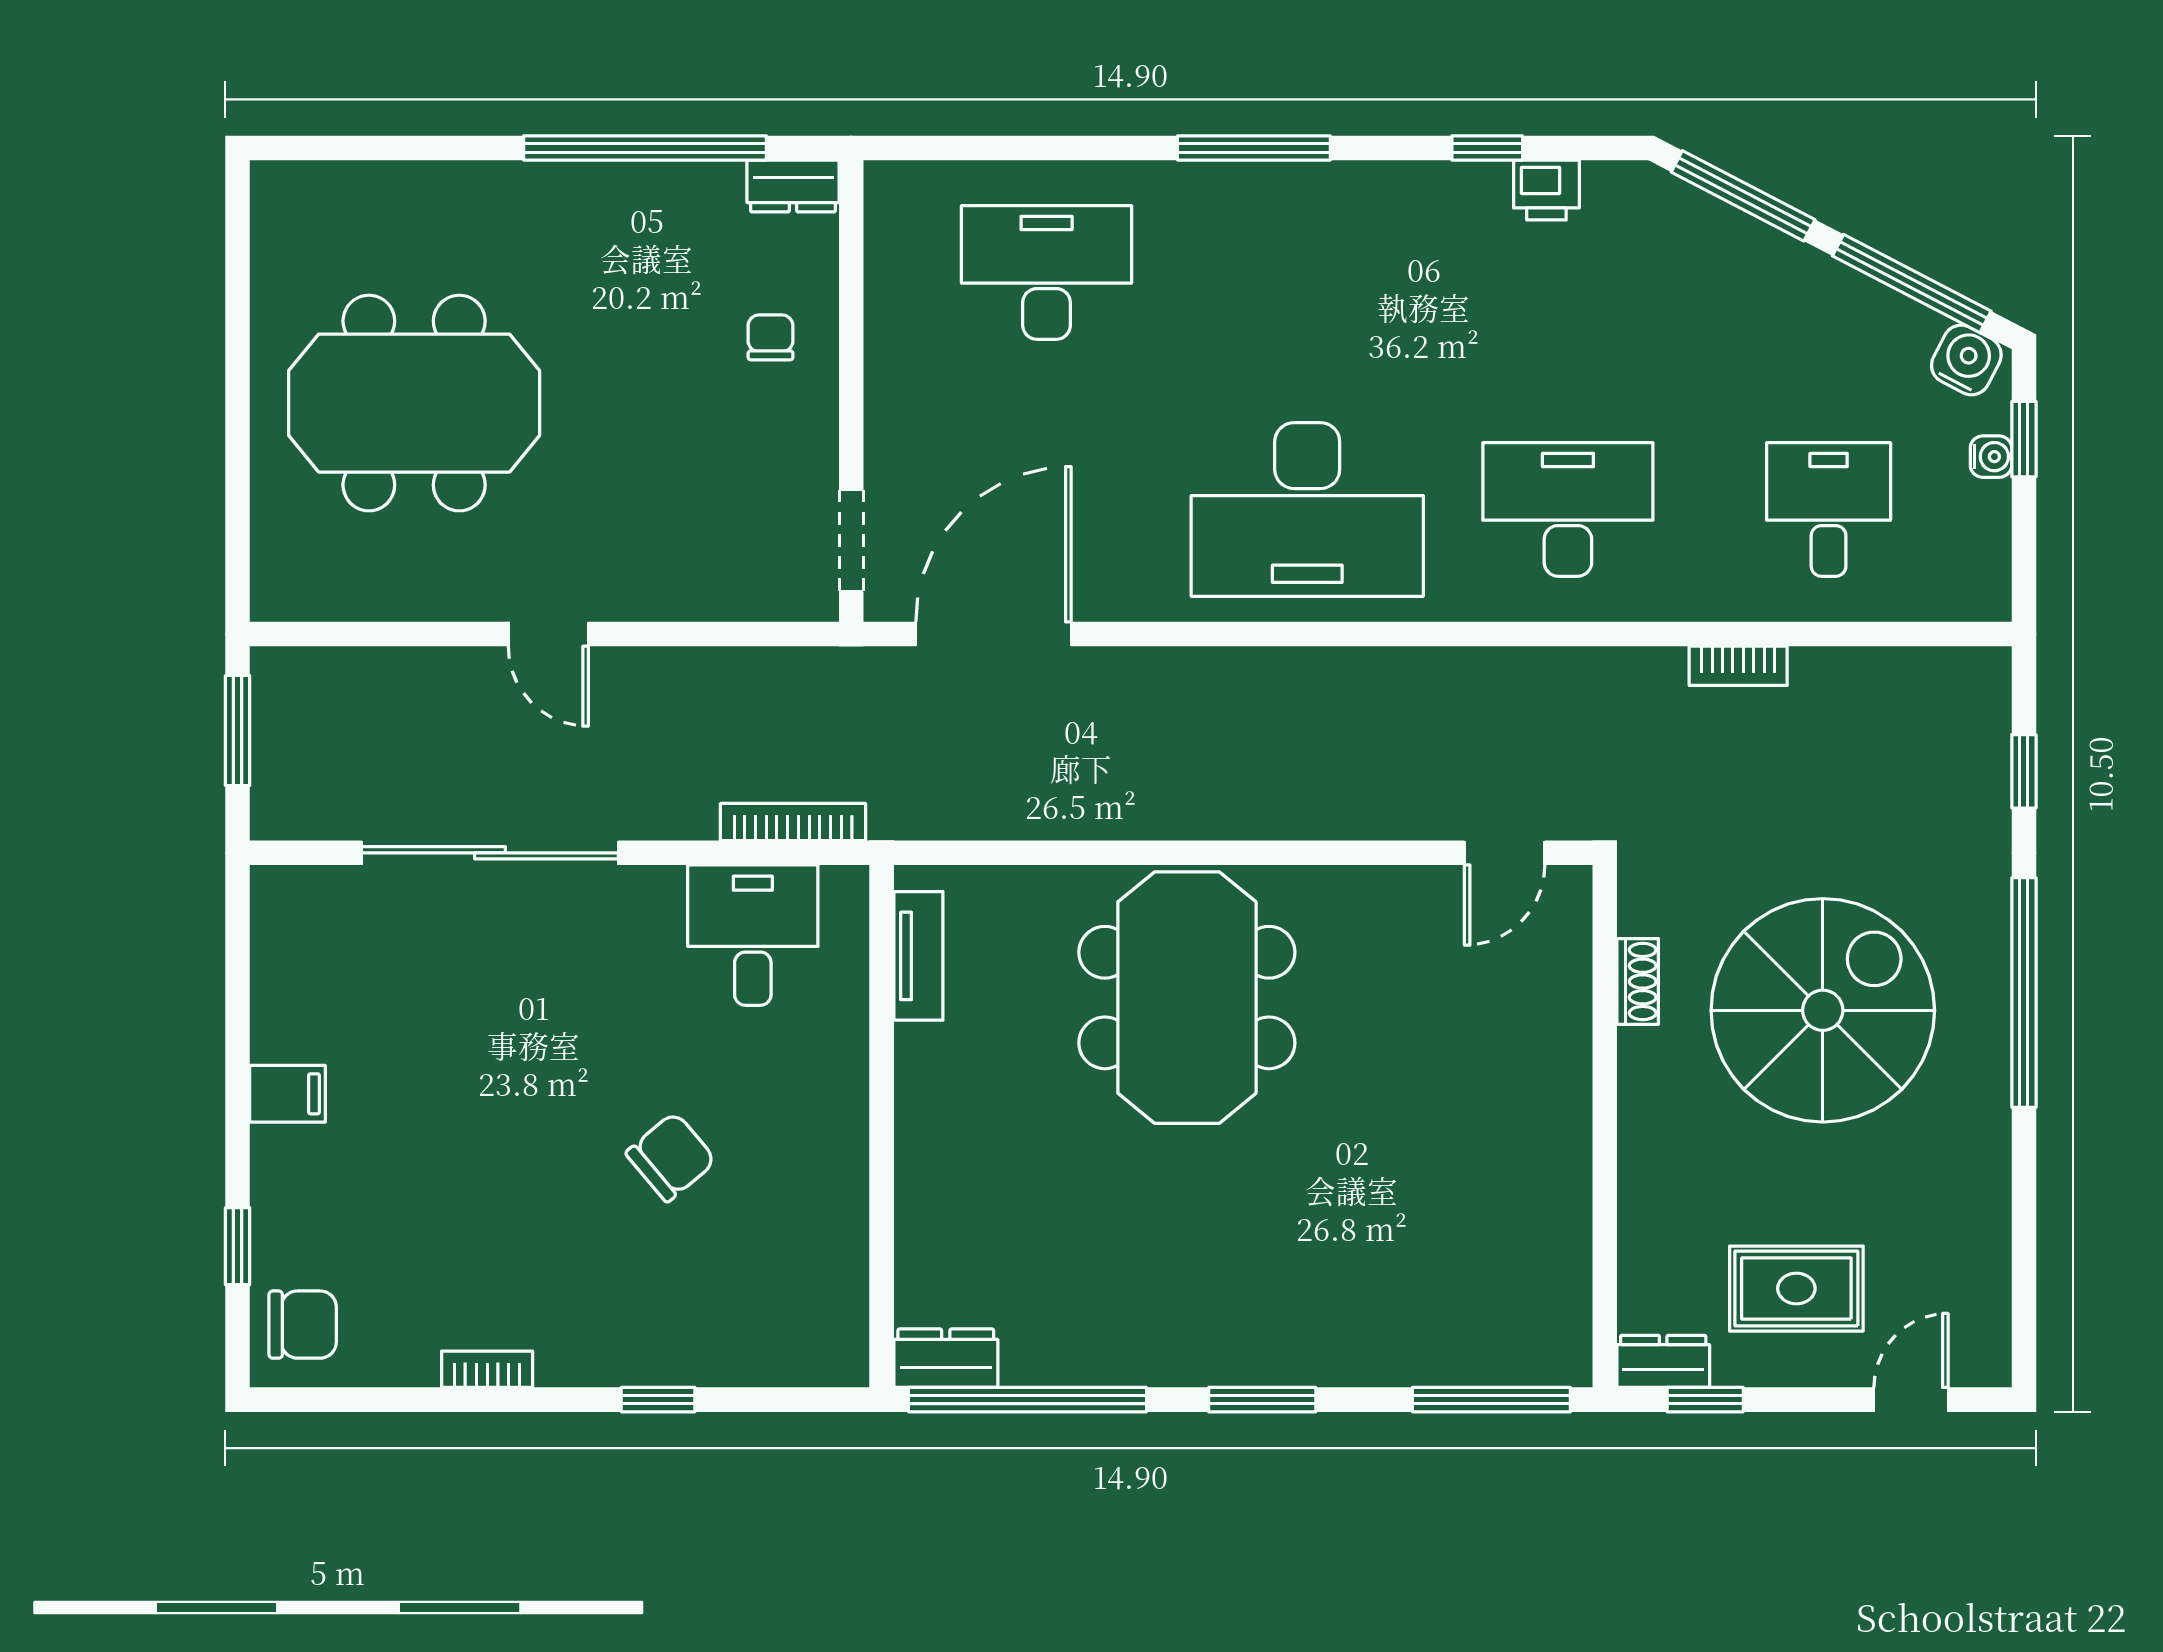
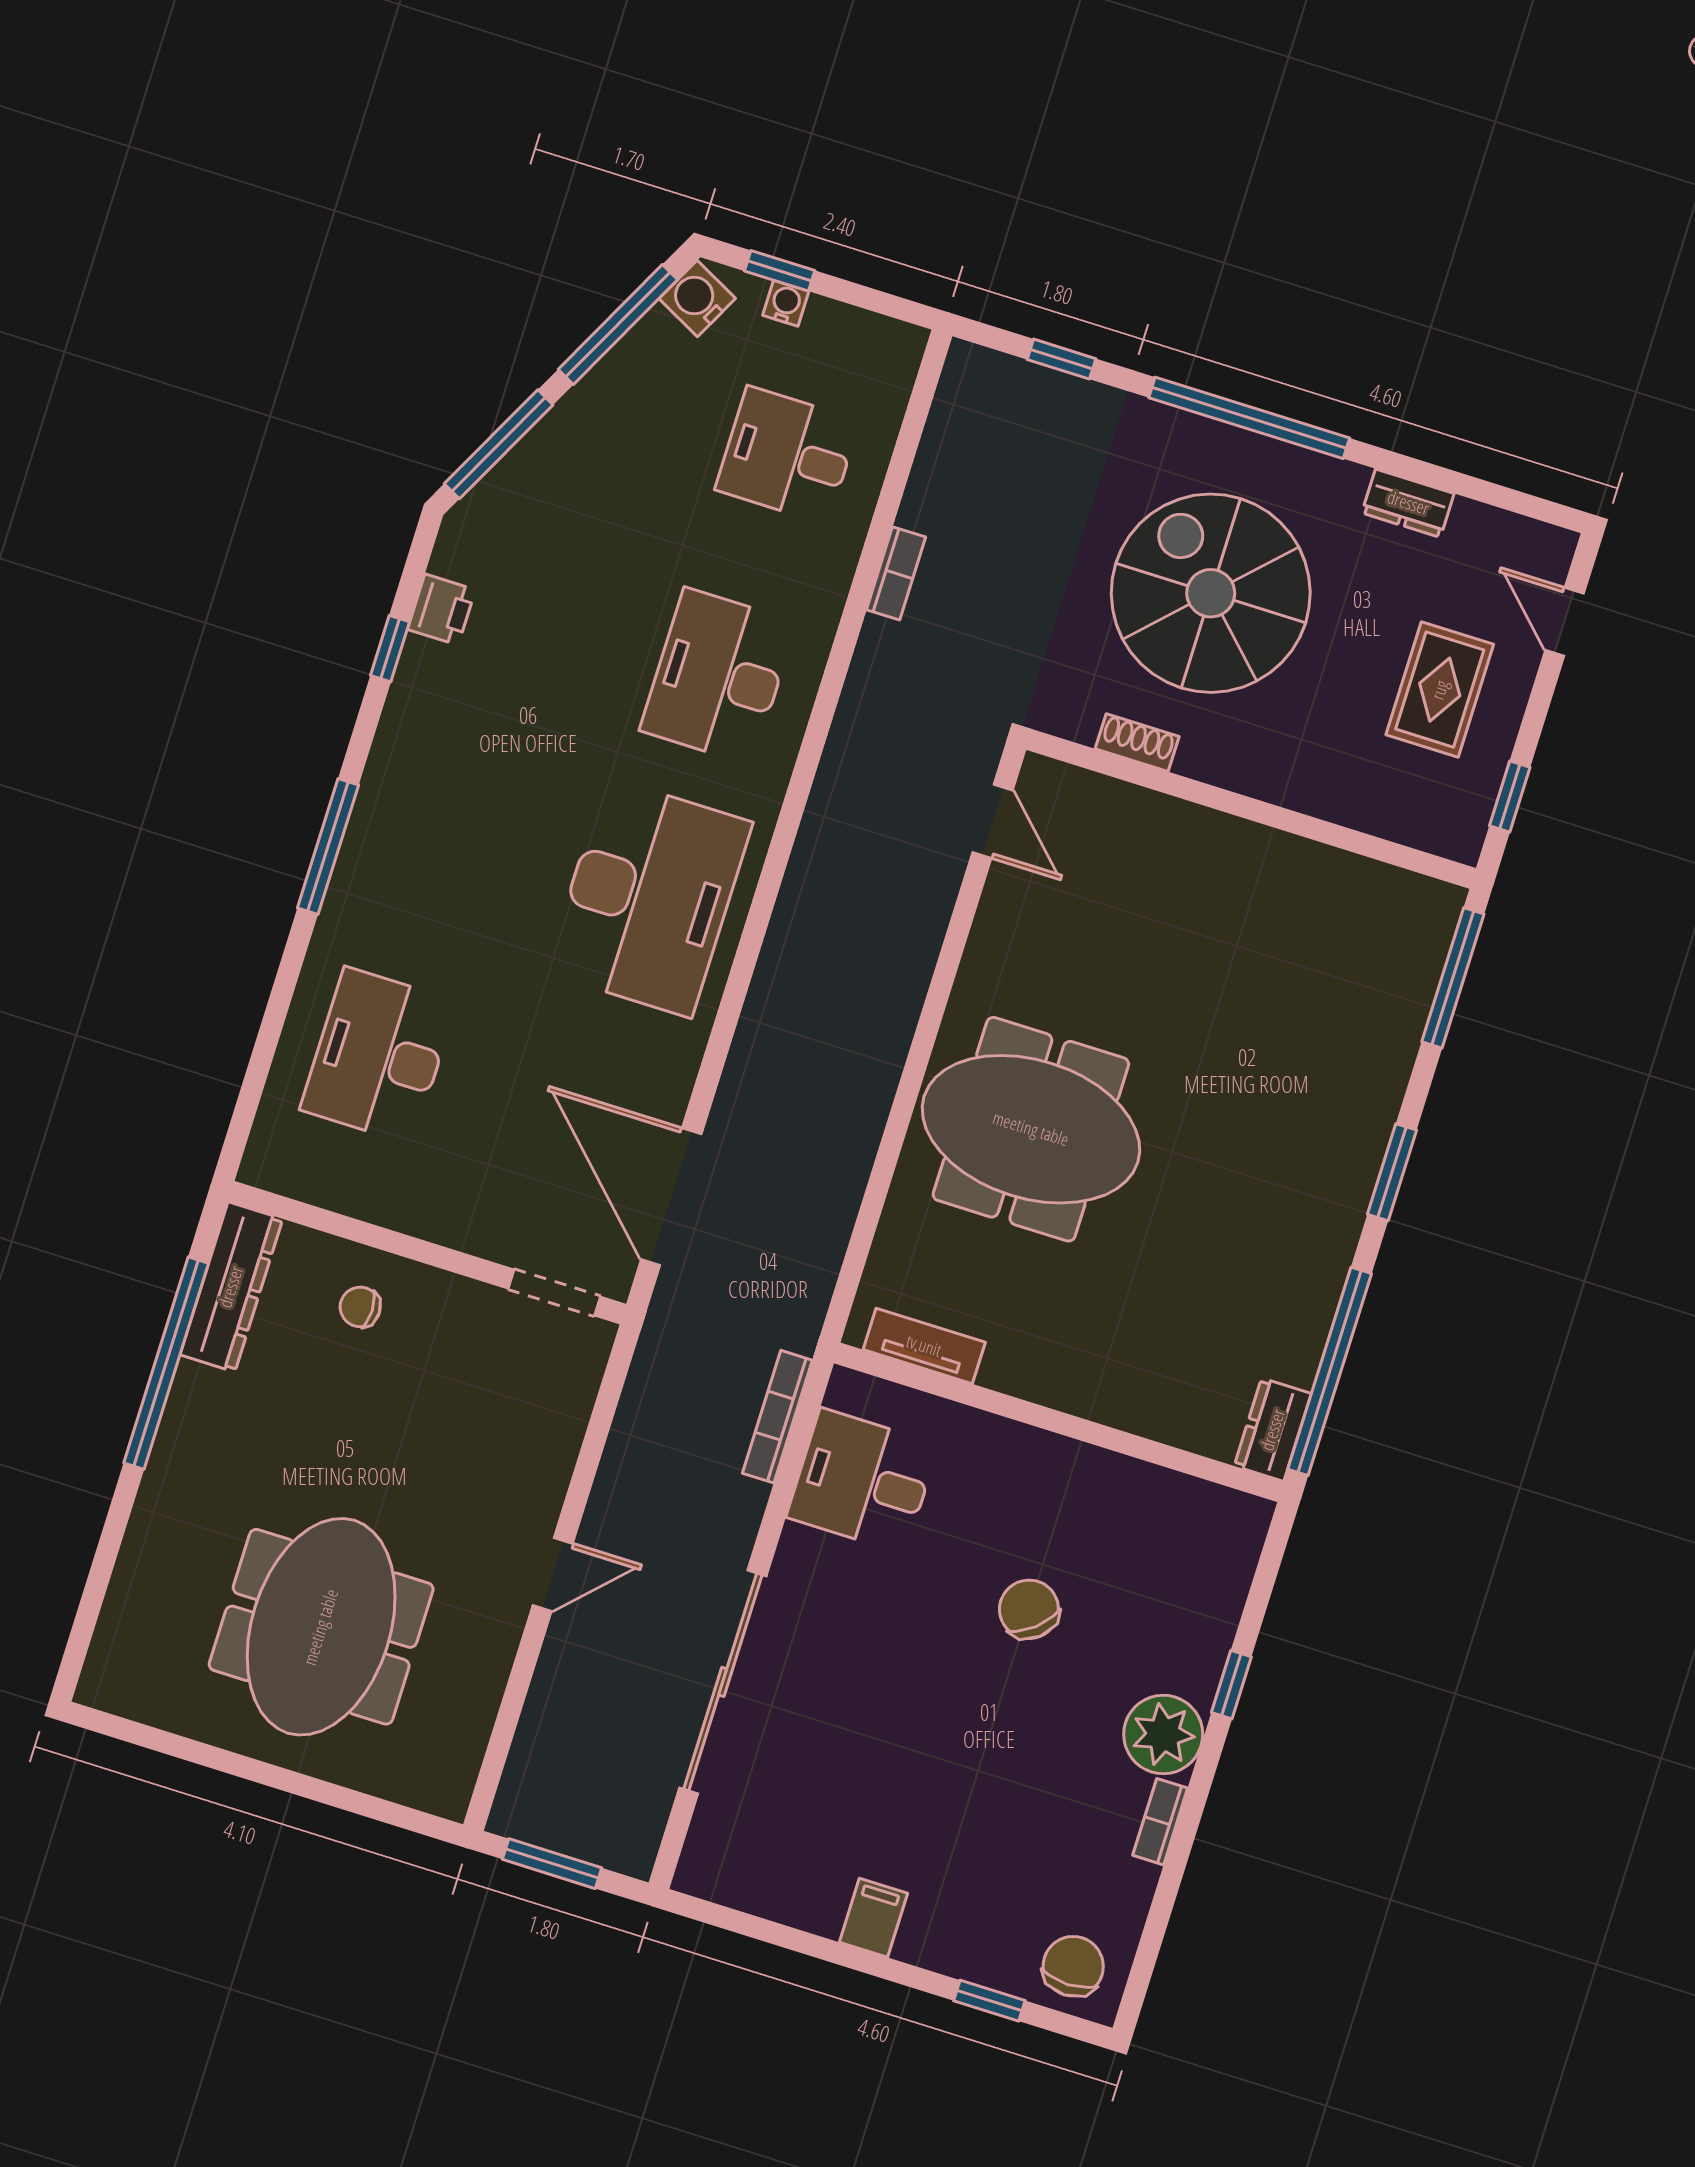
dresser: (793, 186) -> (231, 1287), width x1.96, depth x1.24
plant: (582, 1343) -> (1163, 1734), added
dresser: (1663, 1361) -> (1408, 503), moved, turned -90

